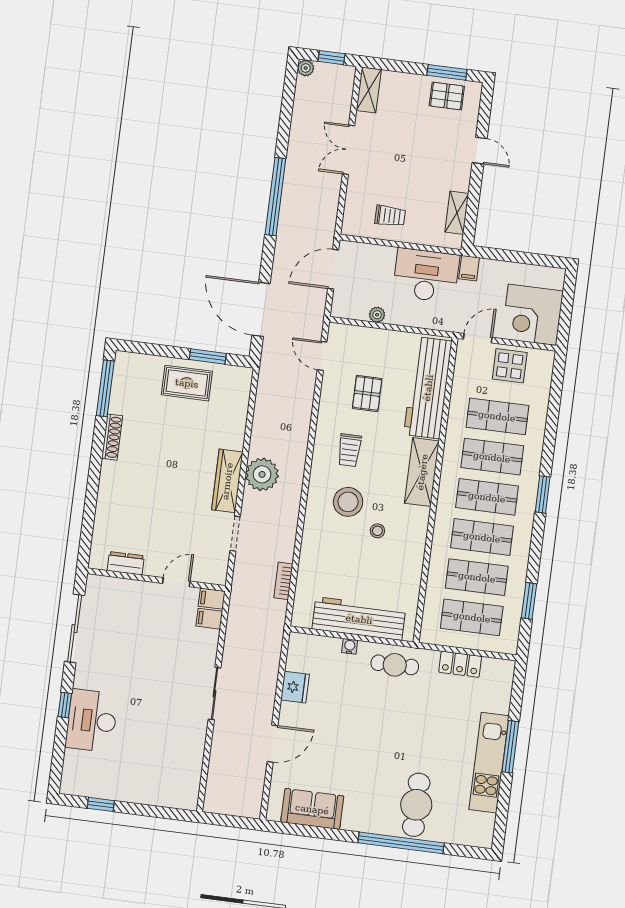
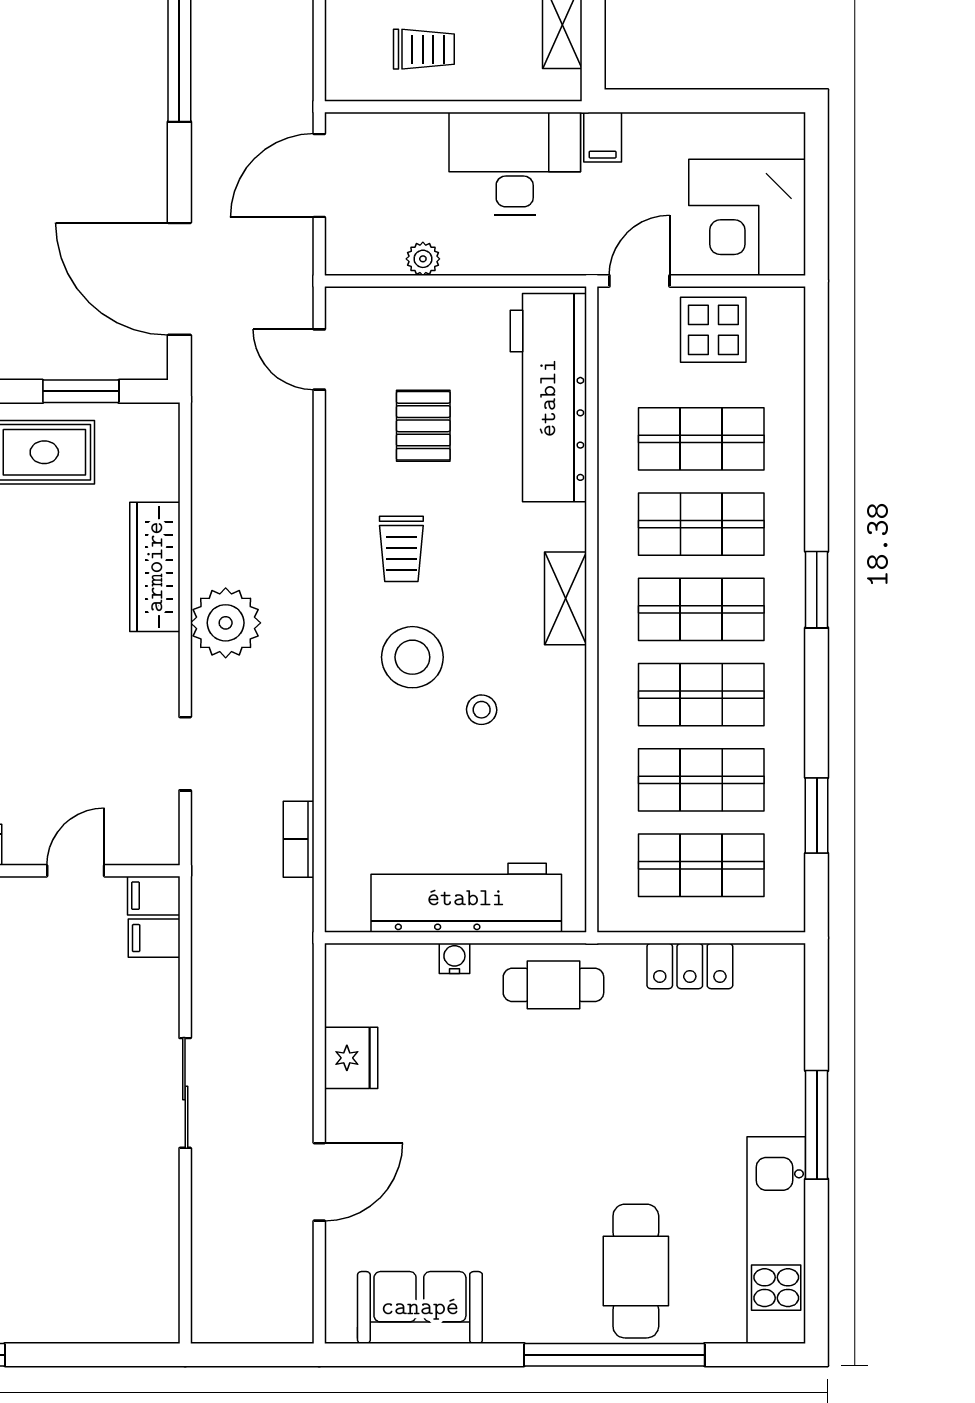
shelving: (422, 472) -> (566, 598), width x0.67, depth x0.75
wardrobe: (227, 481) -> (155, 567), moved
kitchen unit: (489, 763) -> (776, 1240), moved

